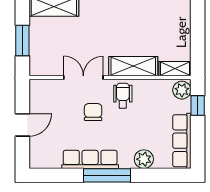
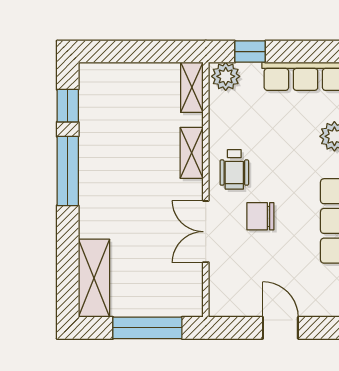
window: (22, 40) -> (147, 328), width x1.44
shelving: (133, 66) -> (192, 153), width x0.67, depth x0.75
wheelchair: (123, 96) -> (234, 169), turned -90

